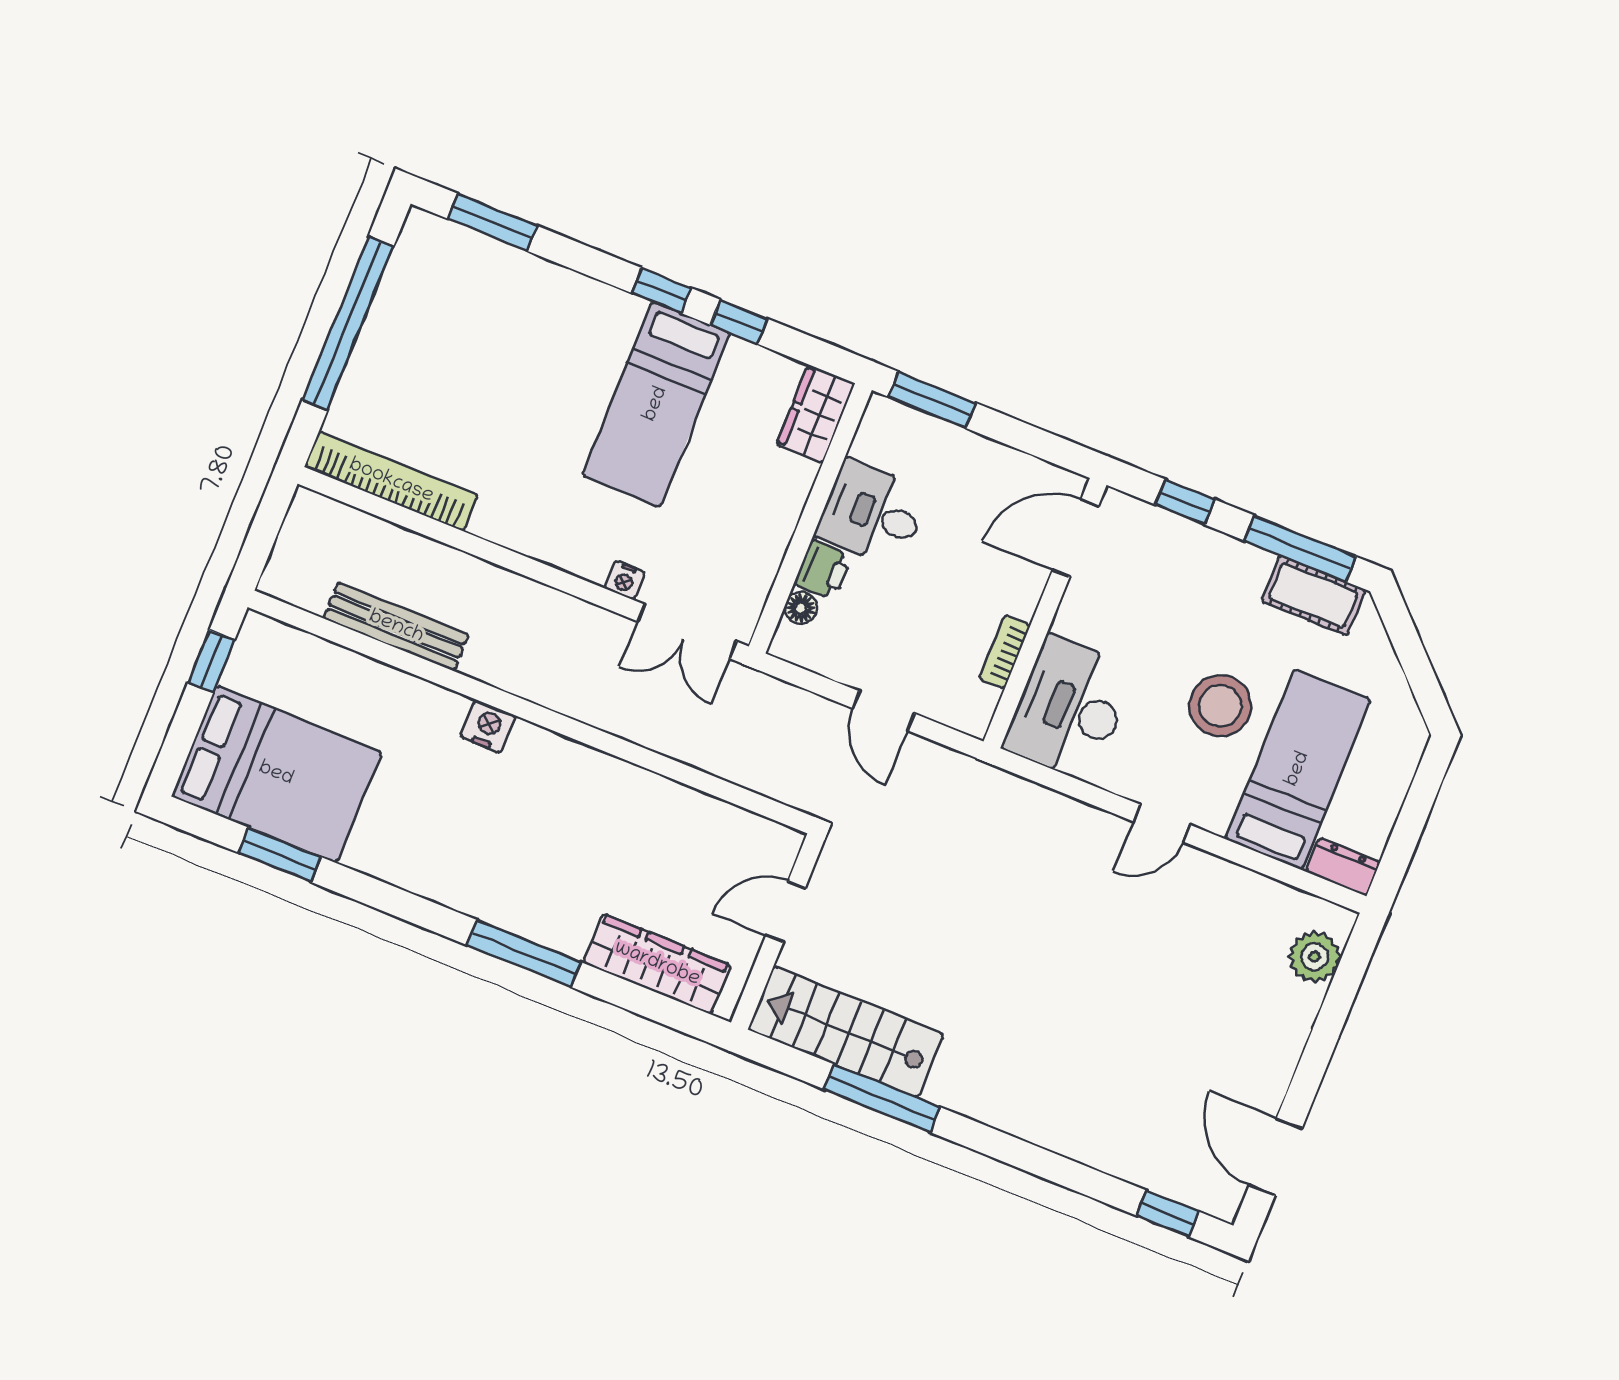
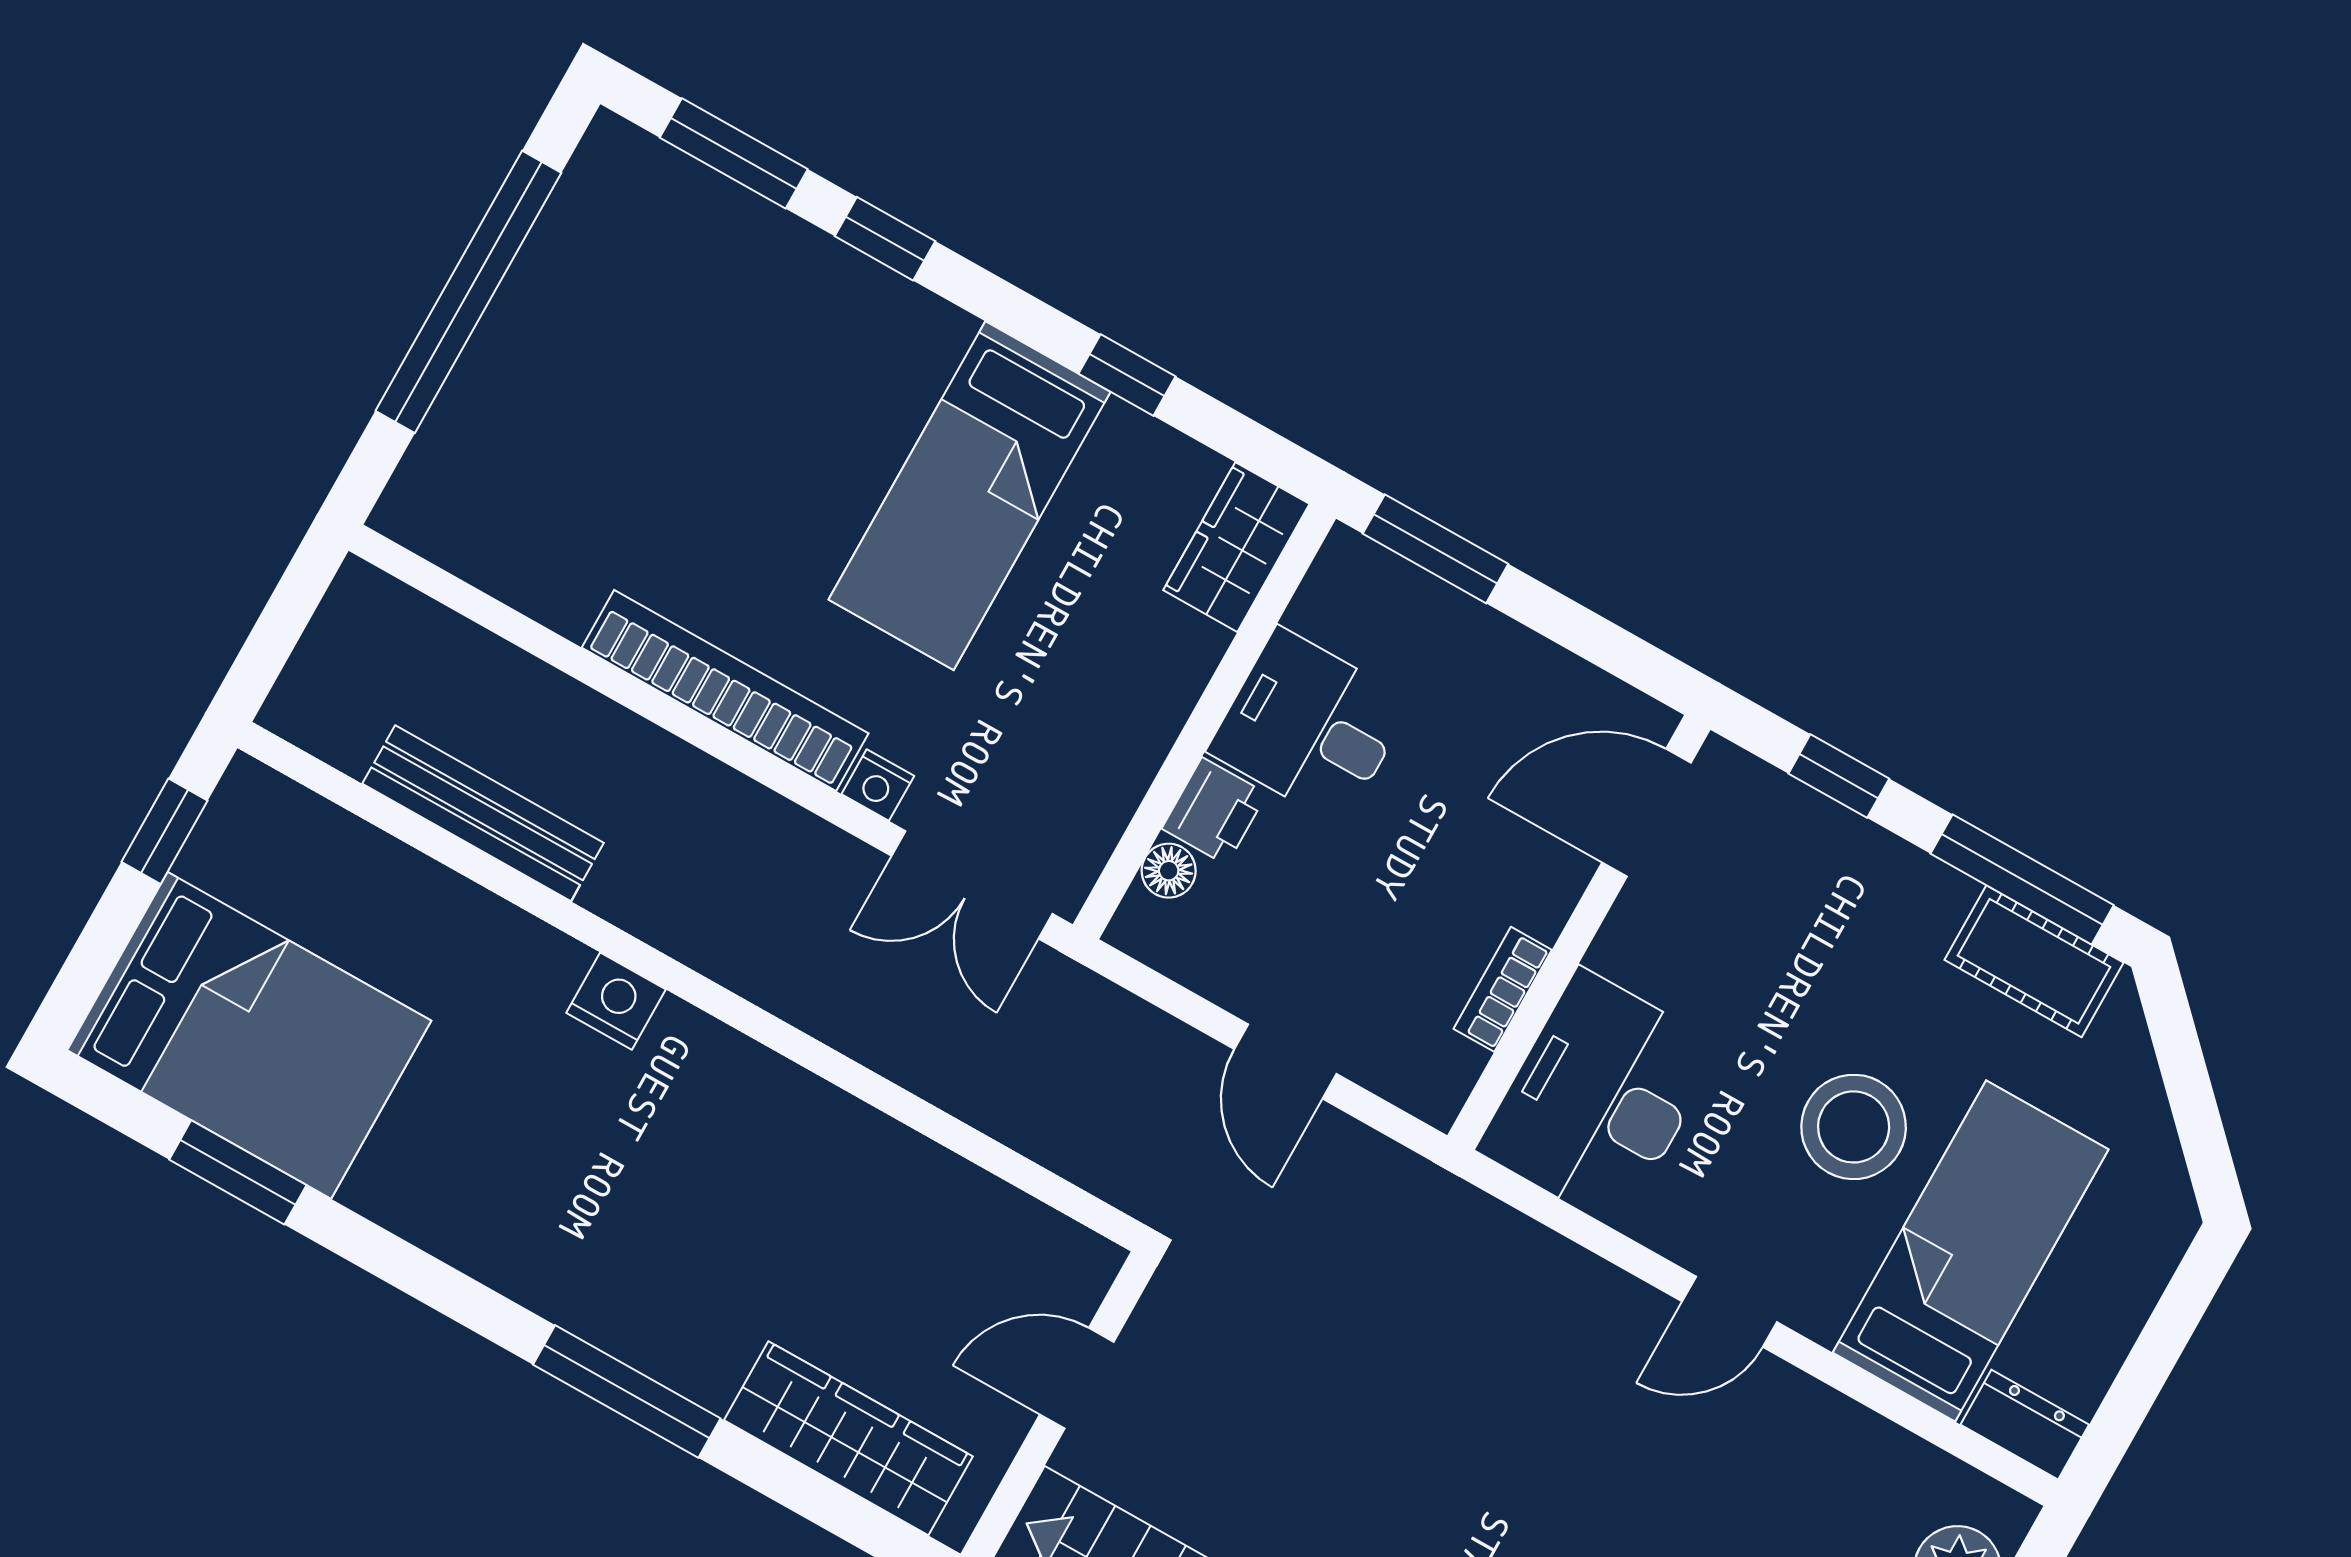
window: (661, 290) -> (885, 239), moved
bookcase: (391, 481) -> (725, 690), moved

